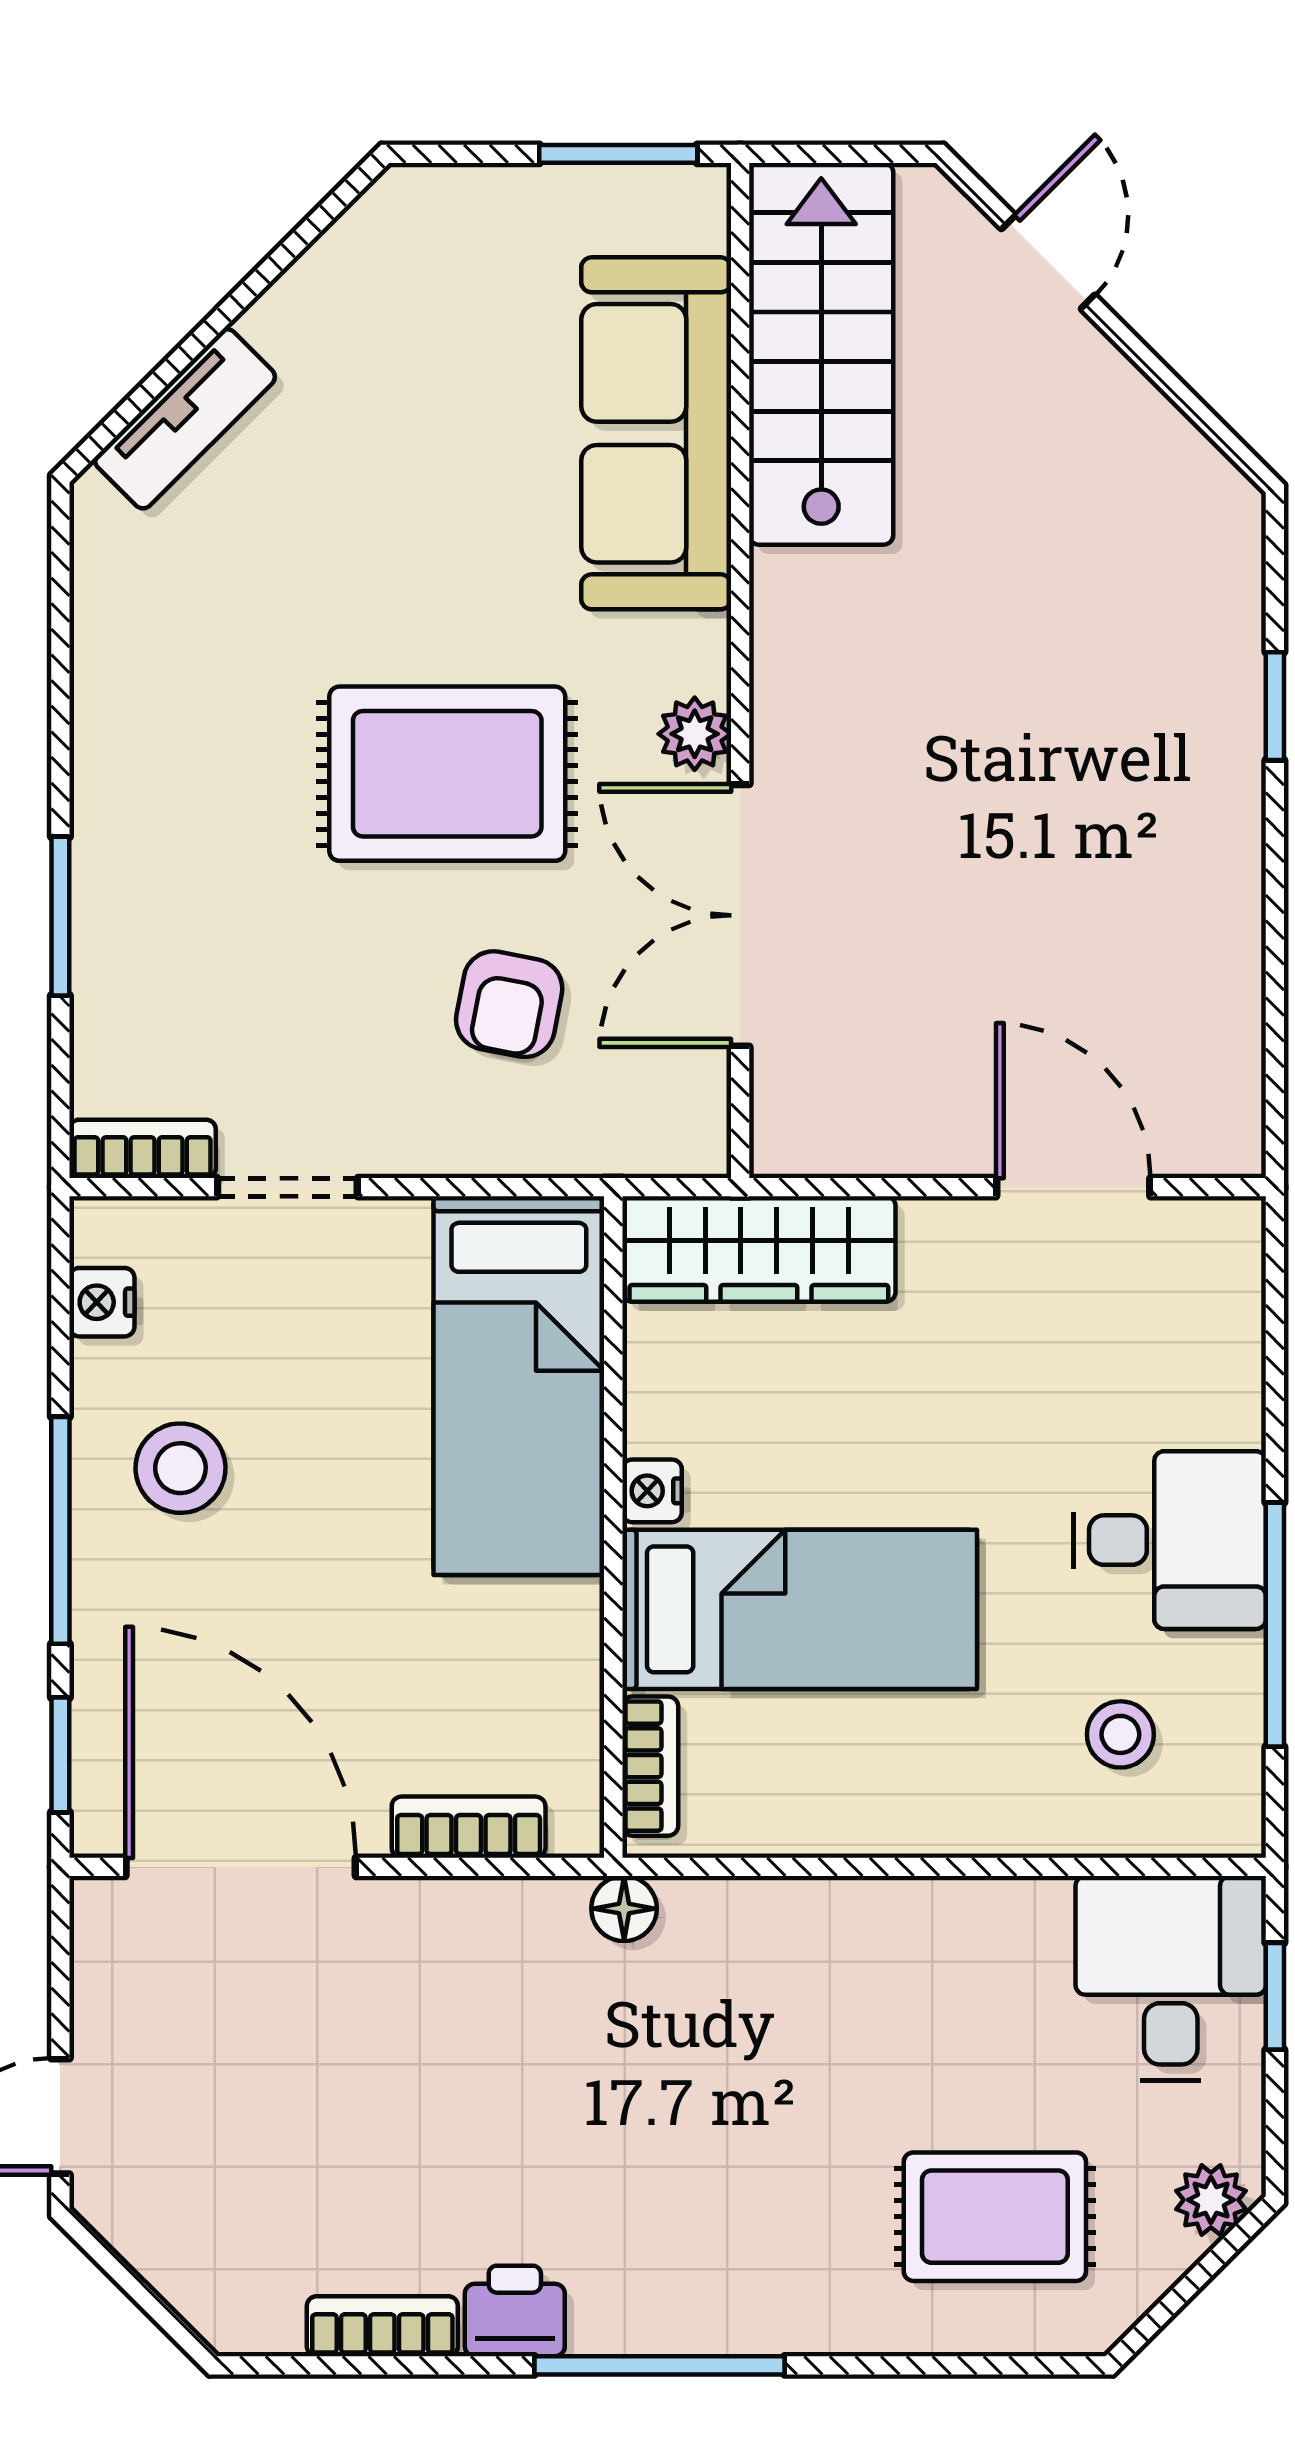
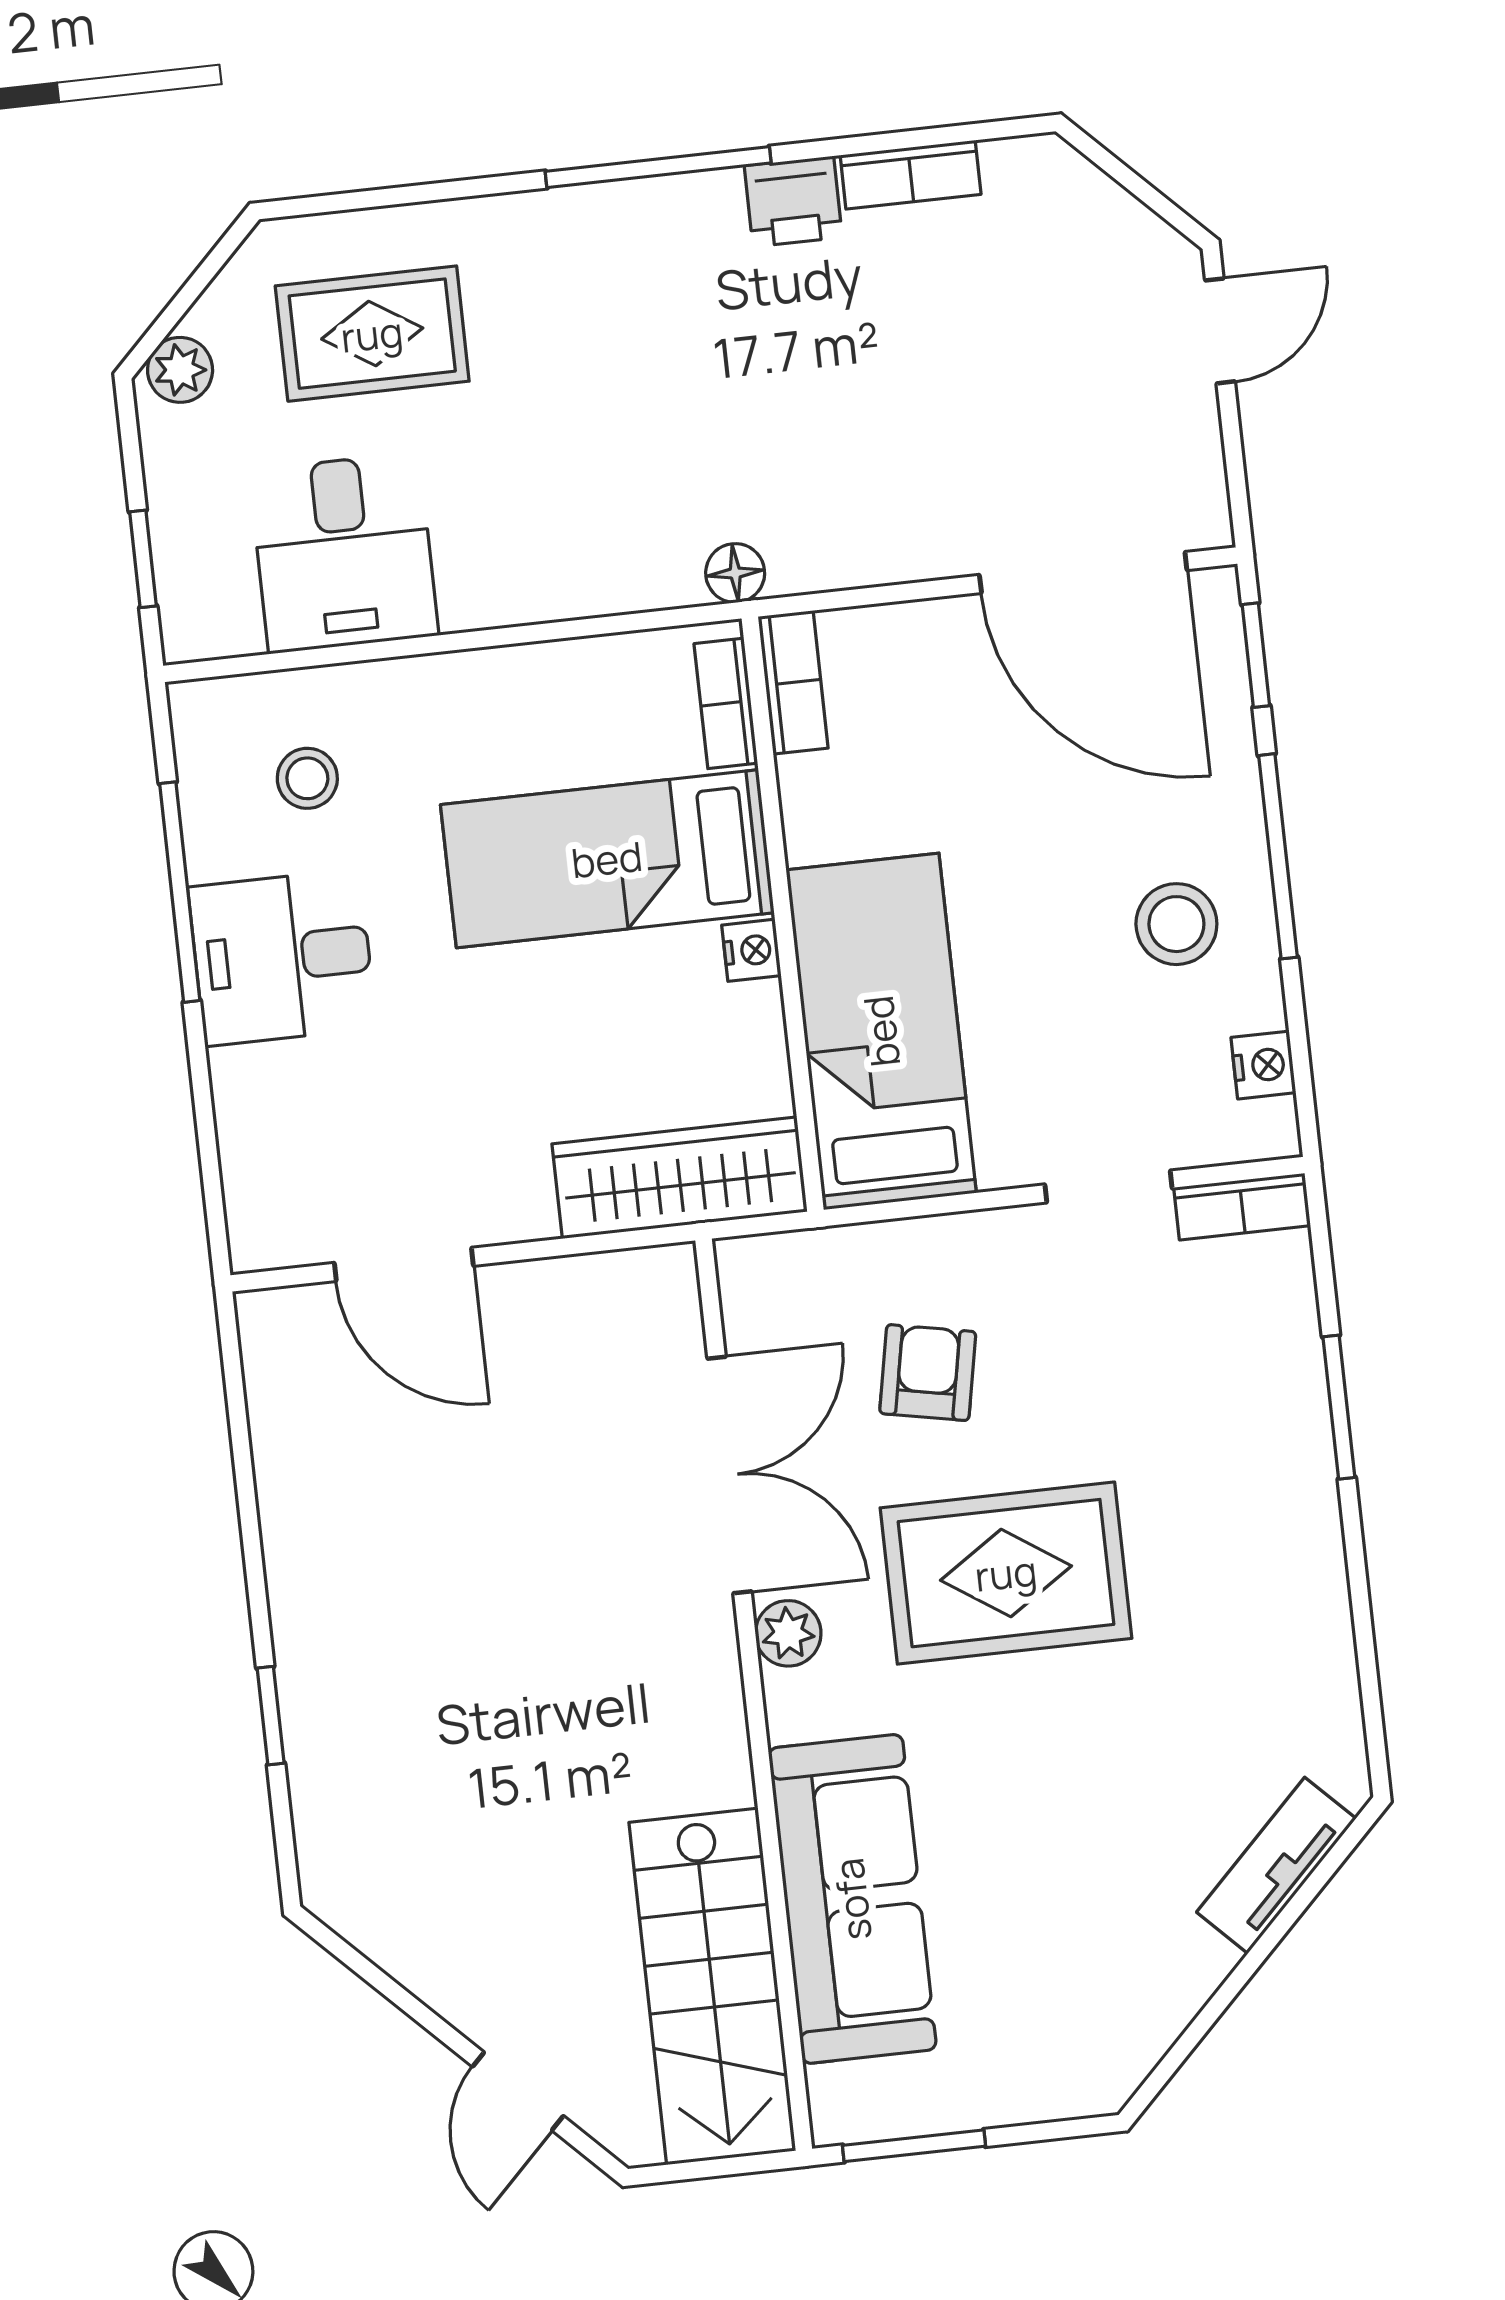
bookcase: (469, 1827) -> (793, 682), moved, turned -90
desk: (1171, 1978) -> (344, 553), moved

